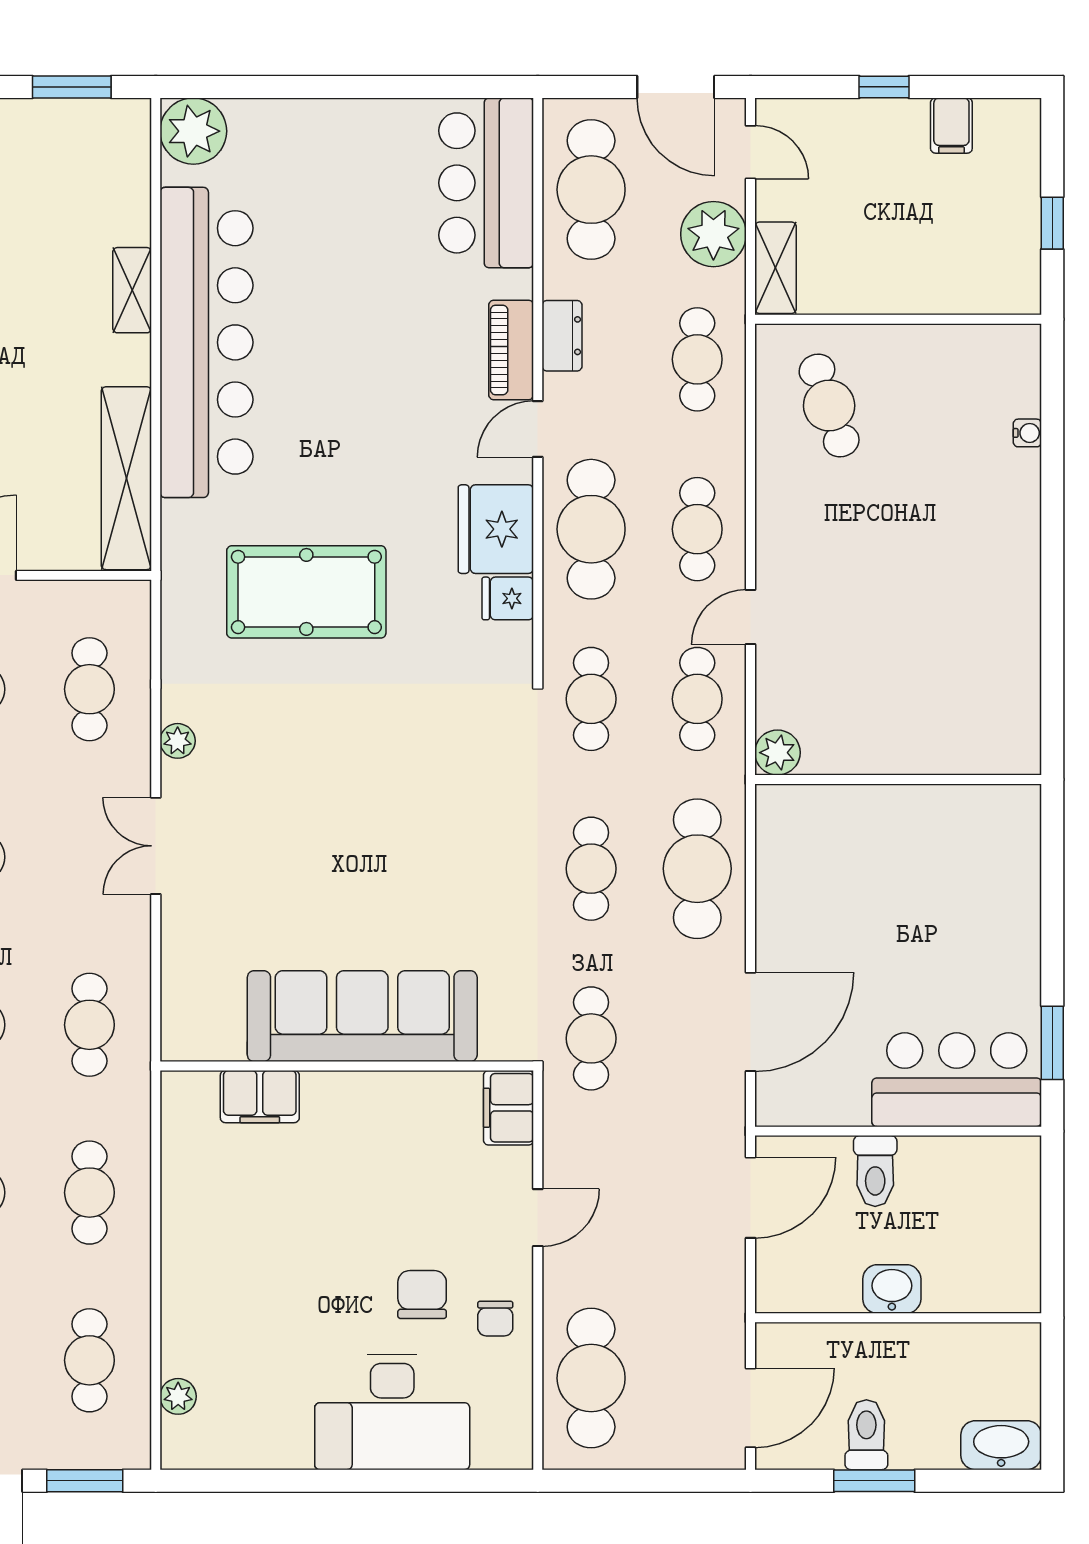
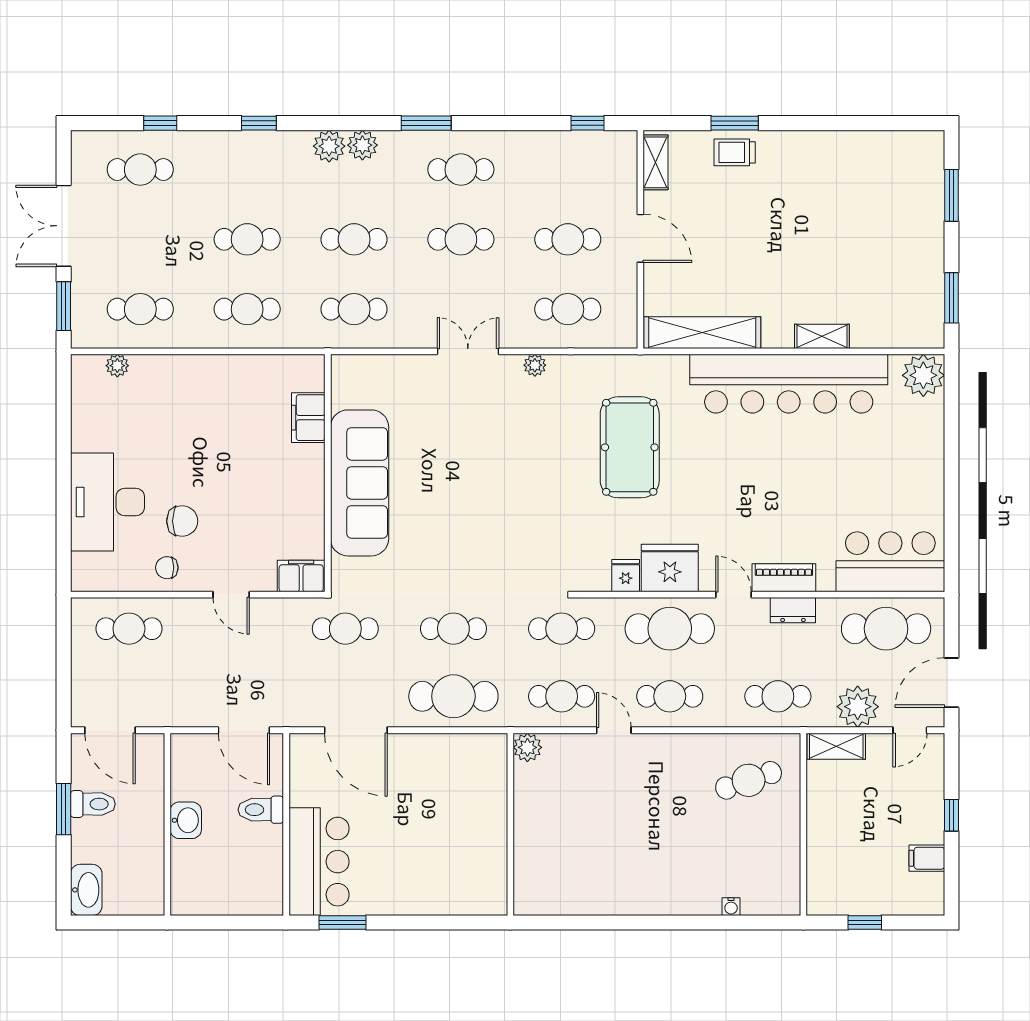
cafe table: (591, 1378) -> (129, 629), width x0.73, depth x0.74

